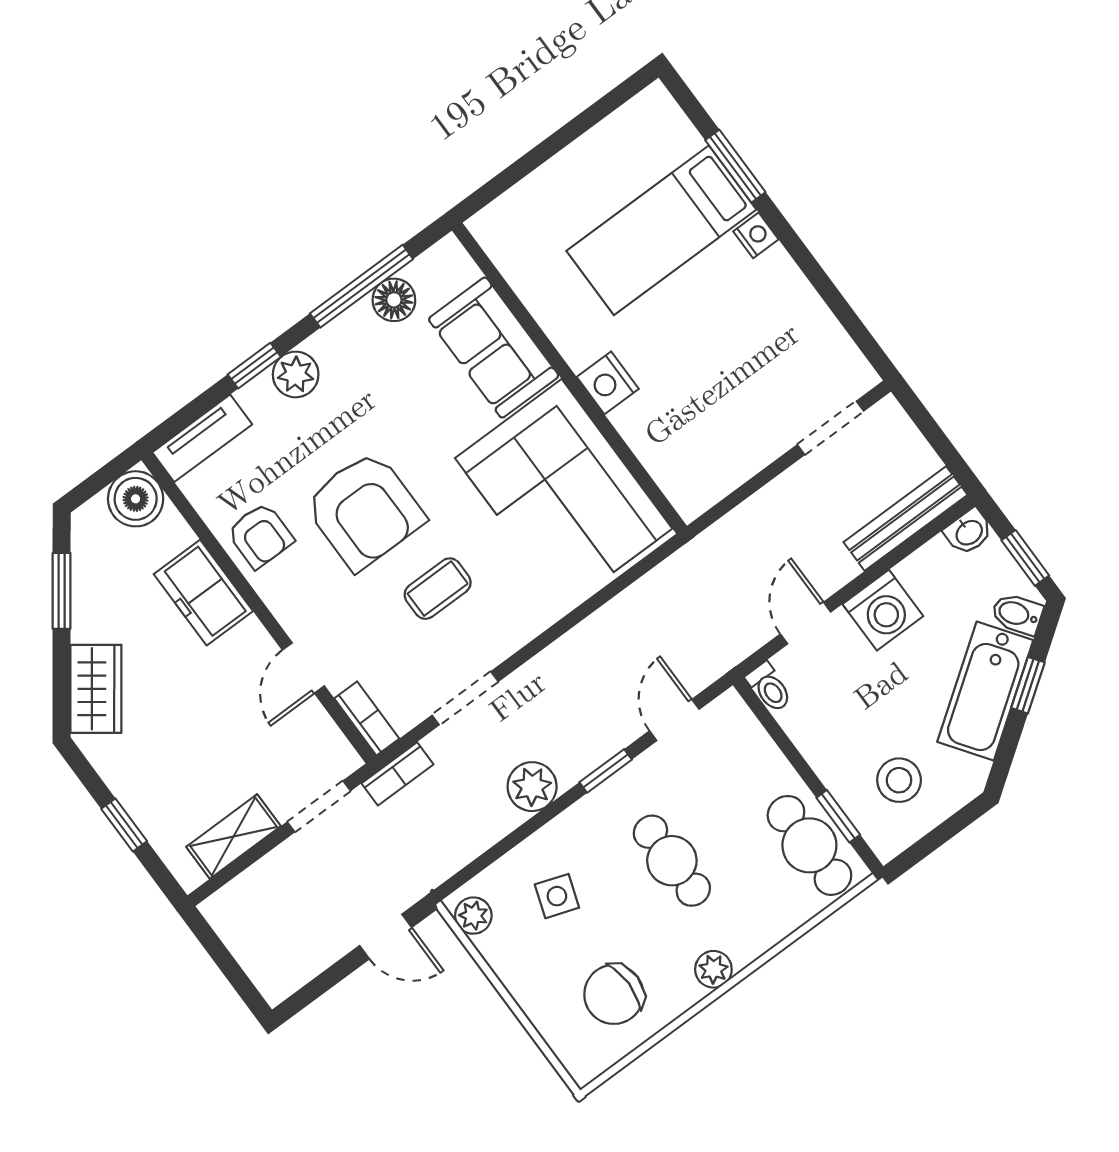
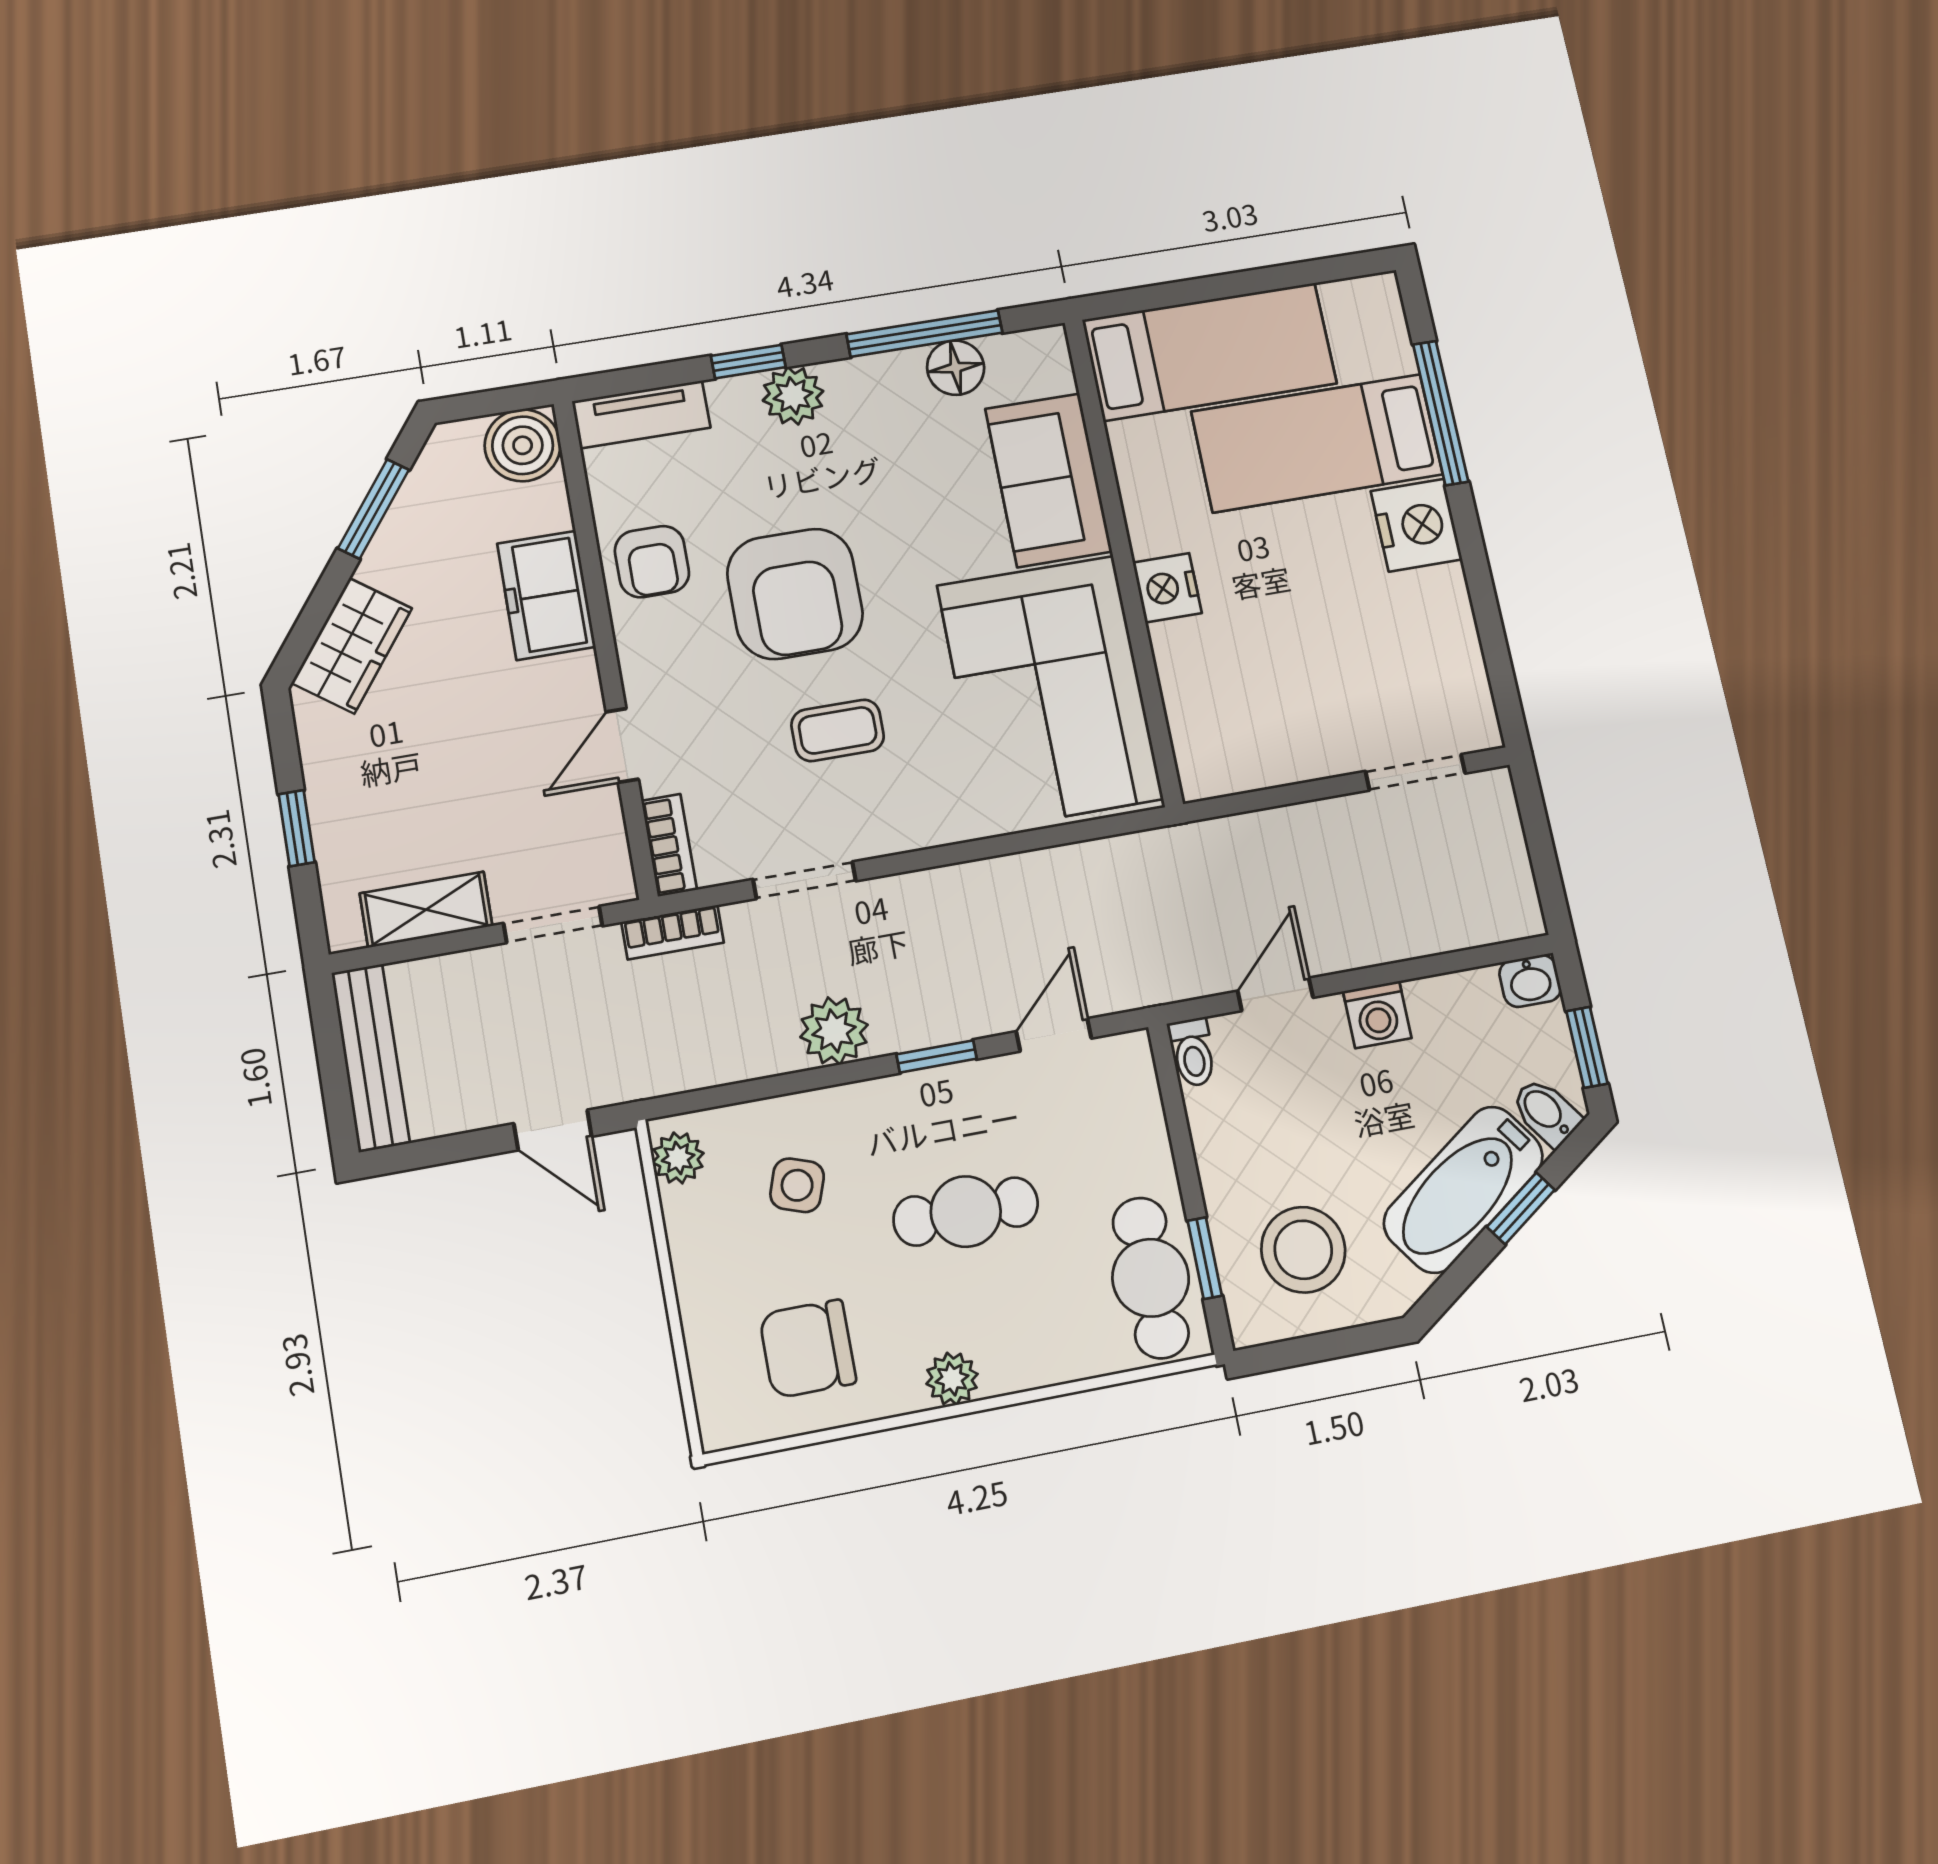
window: (735, 166) -> (1441, 413), width x1.44
bed: (559, 202) -> (1210, 352), added
nightstand: (756, 235) -> (1416, 525), width x1.89, depth x1.79
bench: (905, 518) -> (370, 1057), moved, turned 90
washing machine: (883, 610) -> (1377, 1015), width x0.73, depth x0.73
stool: (899, 780) -> (1303, 1250), width x1.38, depth x1.38
cafe table: (672, 861) -> (966, 1212), turned 90

